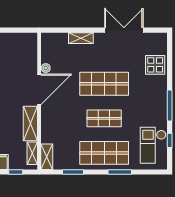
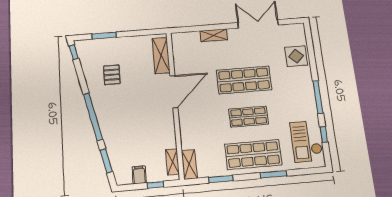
plant: (46, 68) -> (179, 69), removed
shelving: (30, 124) -> (161, 56), moved

